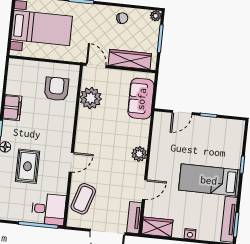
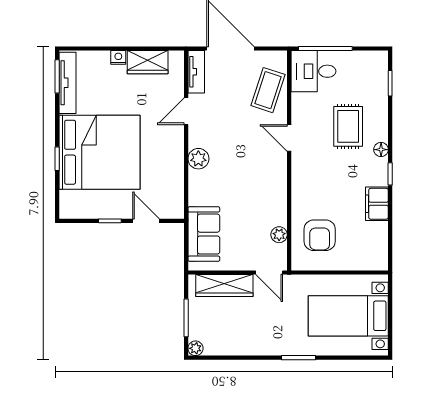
chair: (122, 18) -> (240, 340), removed
plant: (91, 98) -> (279, 235), width x0.53, depth x0.53
door: (182, 112) -> (146, 221), hinge flipped
door: (71, 162) -> (289, 138), hinge flipped
bed: (209, 180) -> (99, 152), width x2.04
wardrobe: (157, 227) -> (148, 62), moved

